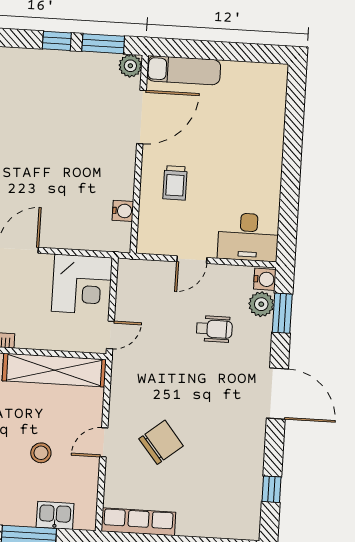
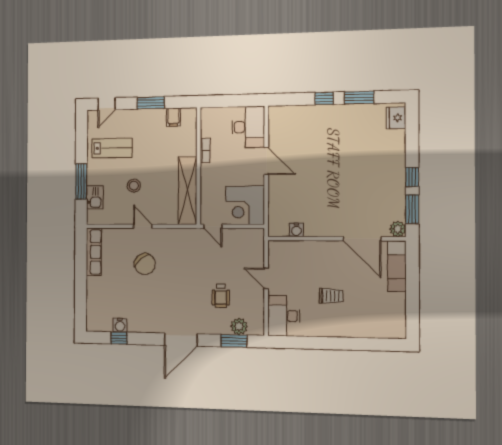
trolley: (175, 183) -> (331, 296), moved, turned 180
water cooler: (265, 279) -> (120, 325), moved

